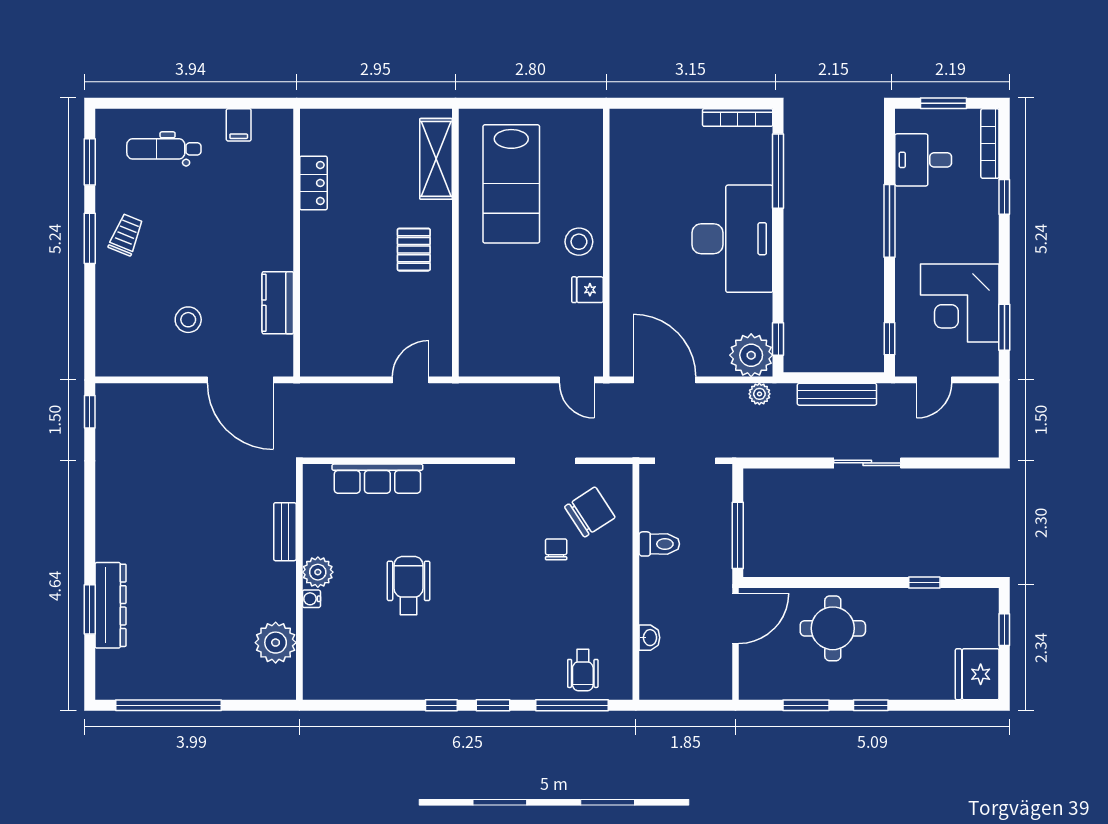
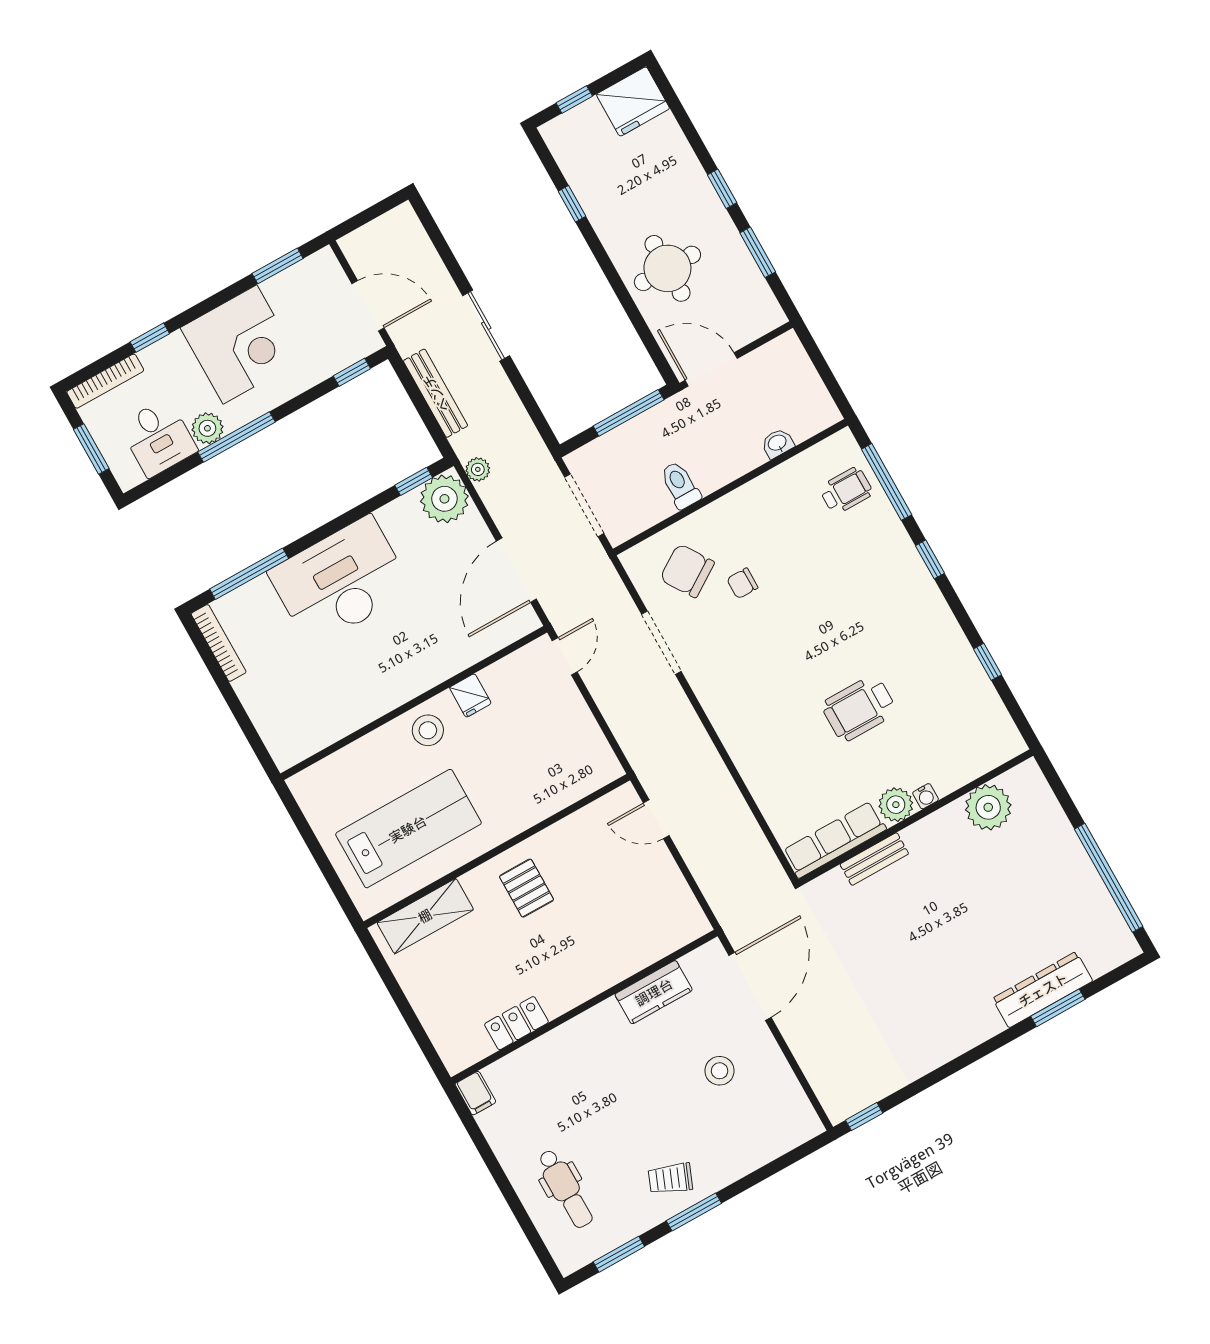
filing cabinet: (239, 125) -> (475, 1093), moved, turned 90
plant: (909, 202) -> (207, 428), added
pallet: (414, 250) -> (527, 888), turned 90
corner desk: (960, 303) -> (240, 345), moved
door: (934, 380) -> (368, 306), width x1.38
row of seats: (377, 479) -> (835, 840), moved, turned -90
window: (441, 705) -> (987, 662), moved

